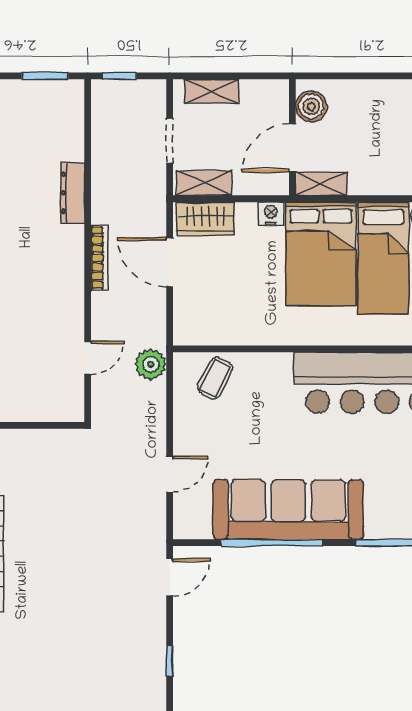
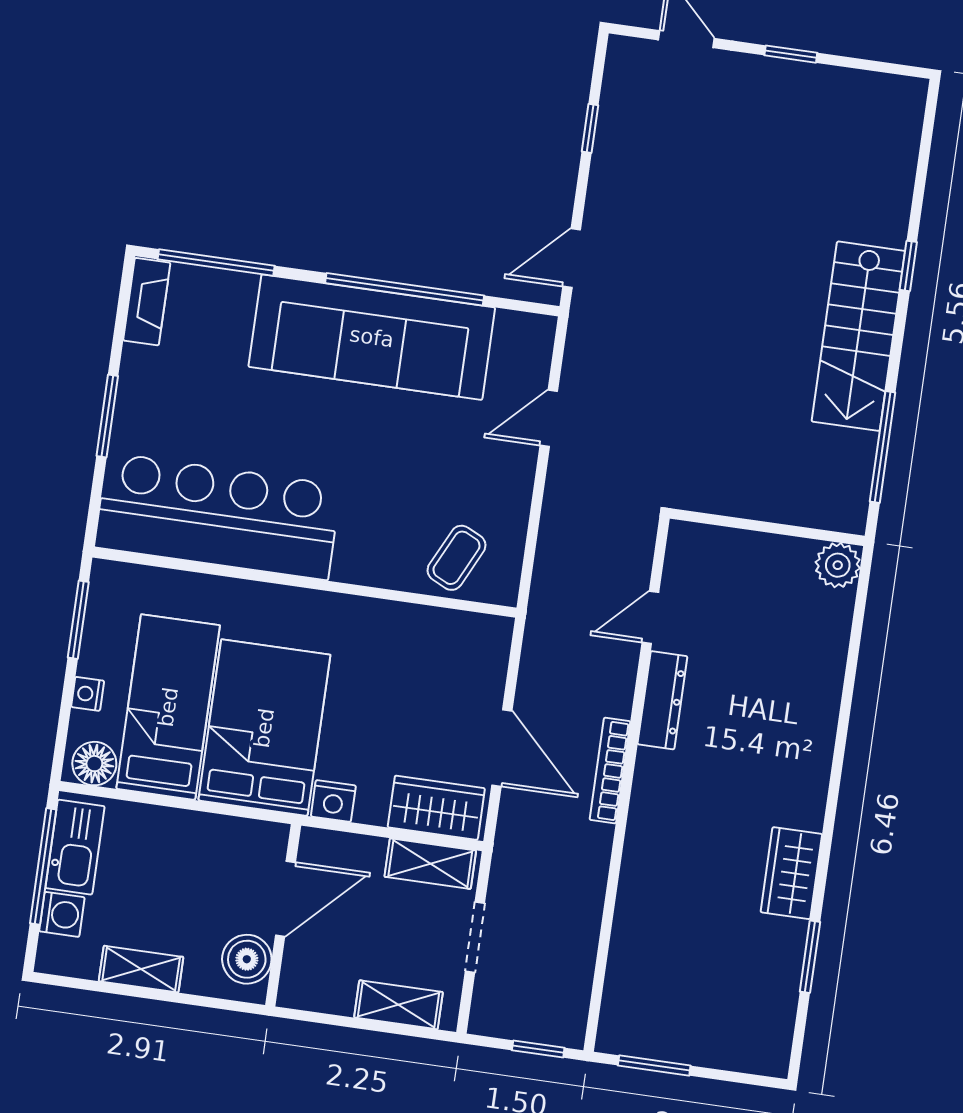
shelving: (321, 184) -> (141, 969), moved
dresser: (73, 193) -> (662, 700), moved
plant: (151, 364) -> (554, 594), removed

